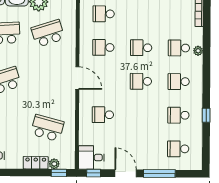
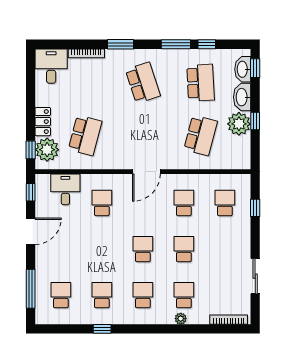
school desk: (48, 33) -> (201, 135), turned 33
desk: (91, 157) -> (65, 189), moved
plant: (54, 164) -> (47, 150), width x1.88, depth x1.88
window: (159, 173) -> (31, 289), moved

